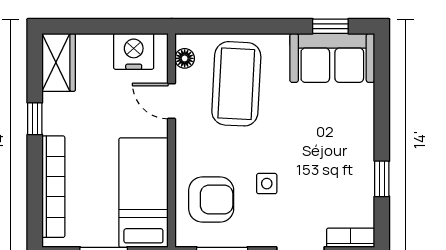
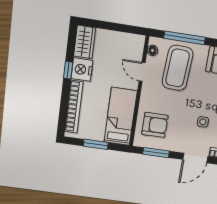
window: (240, 26) -> (185, 38), added
nightstand: (134, 51) -> (82, 70), moved, turned -90
side table: (267, 184) -> (203, 122), moved

